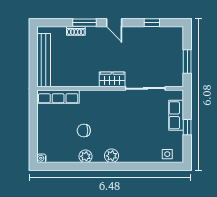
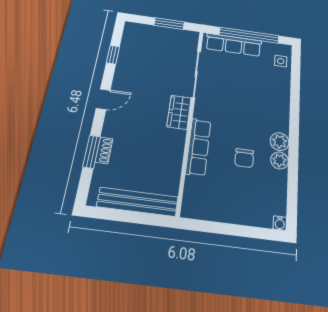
window: (85, 23) -> (92, 152), moved
row of seats: (58, 97) -> (198, 147), moved
row of seats: (176, 115) -> (234, 45), width x1.48
window: (187, 127) -> (249, 35), width x3.17
plant: (112, 156) -> (279, 142), moved

